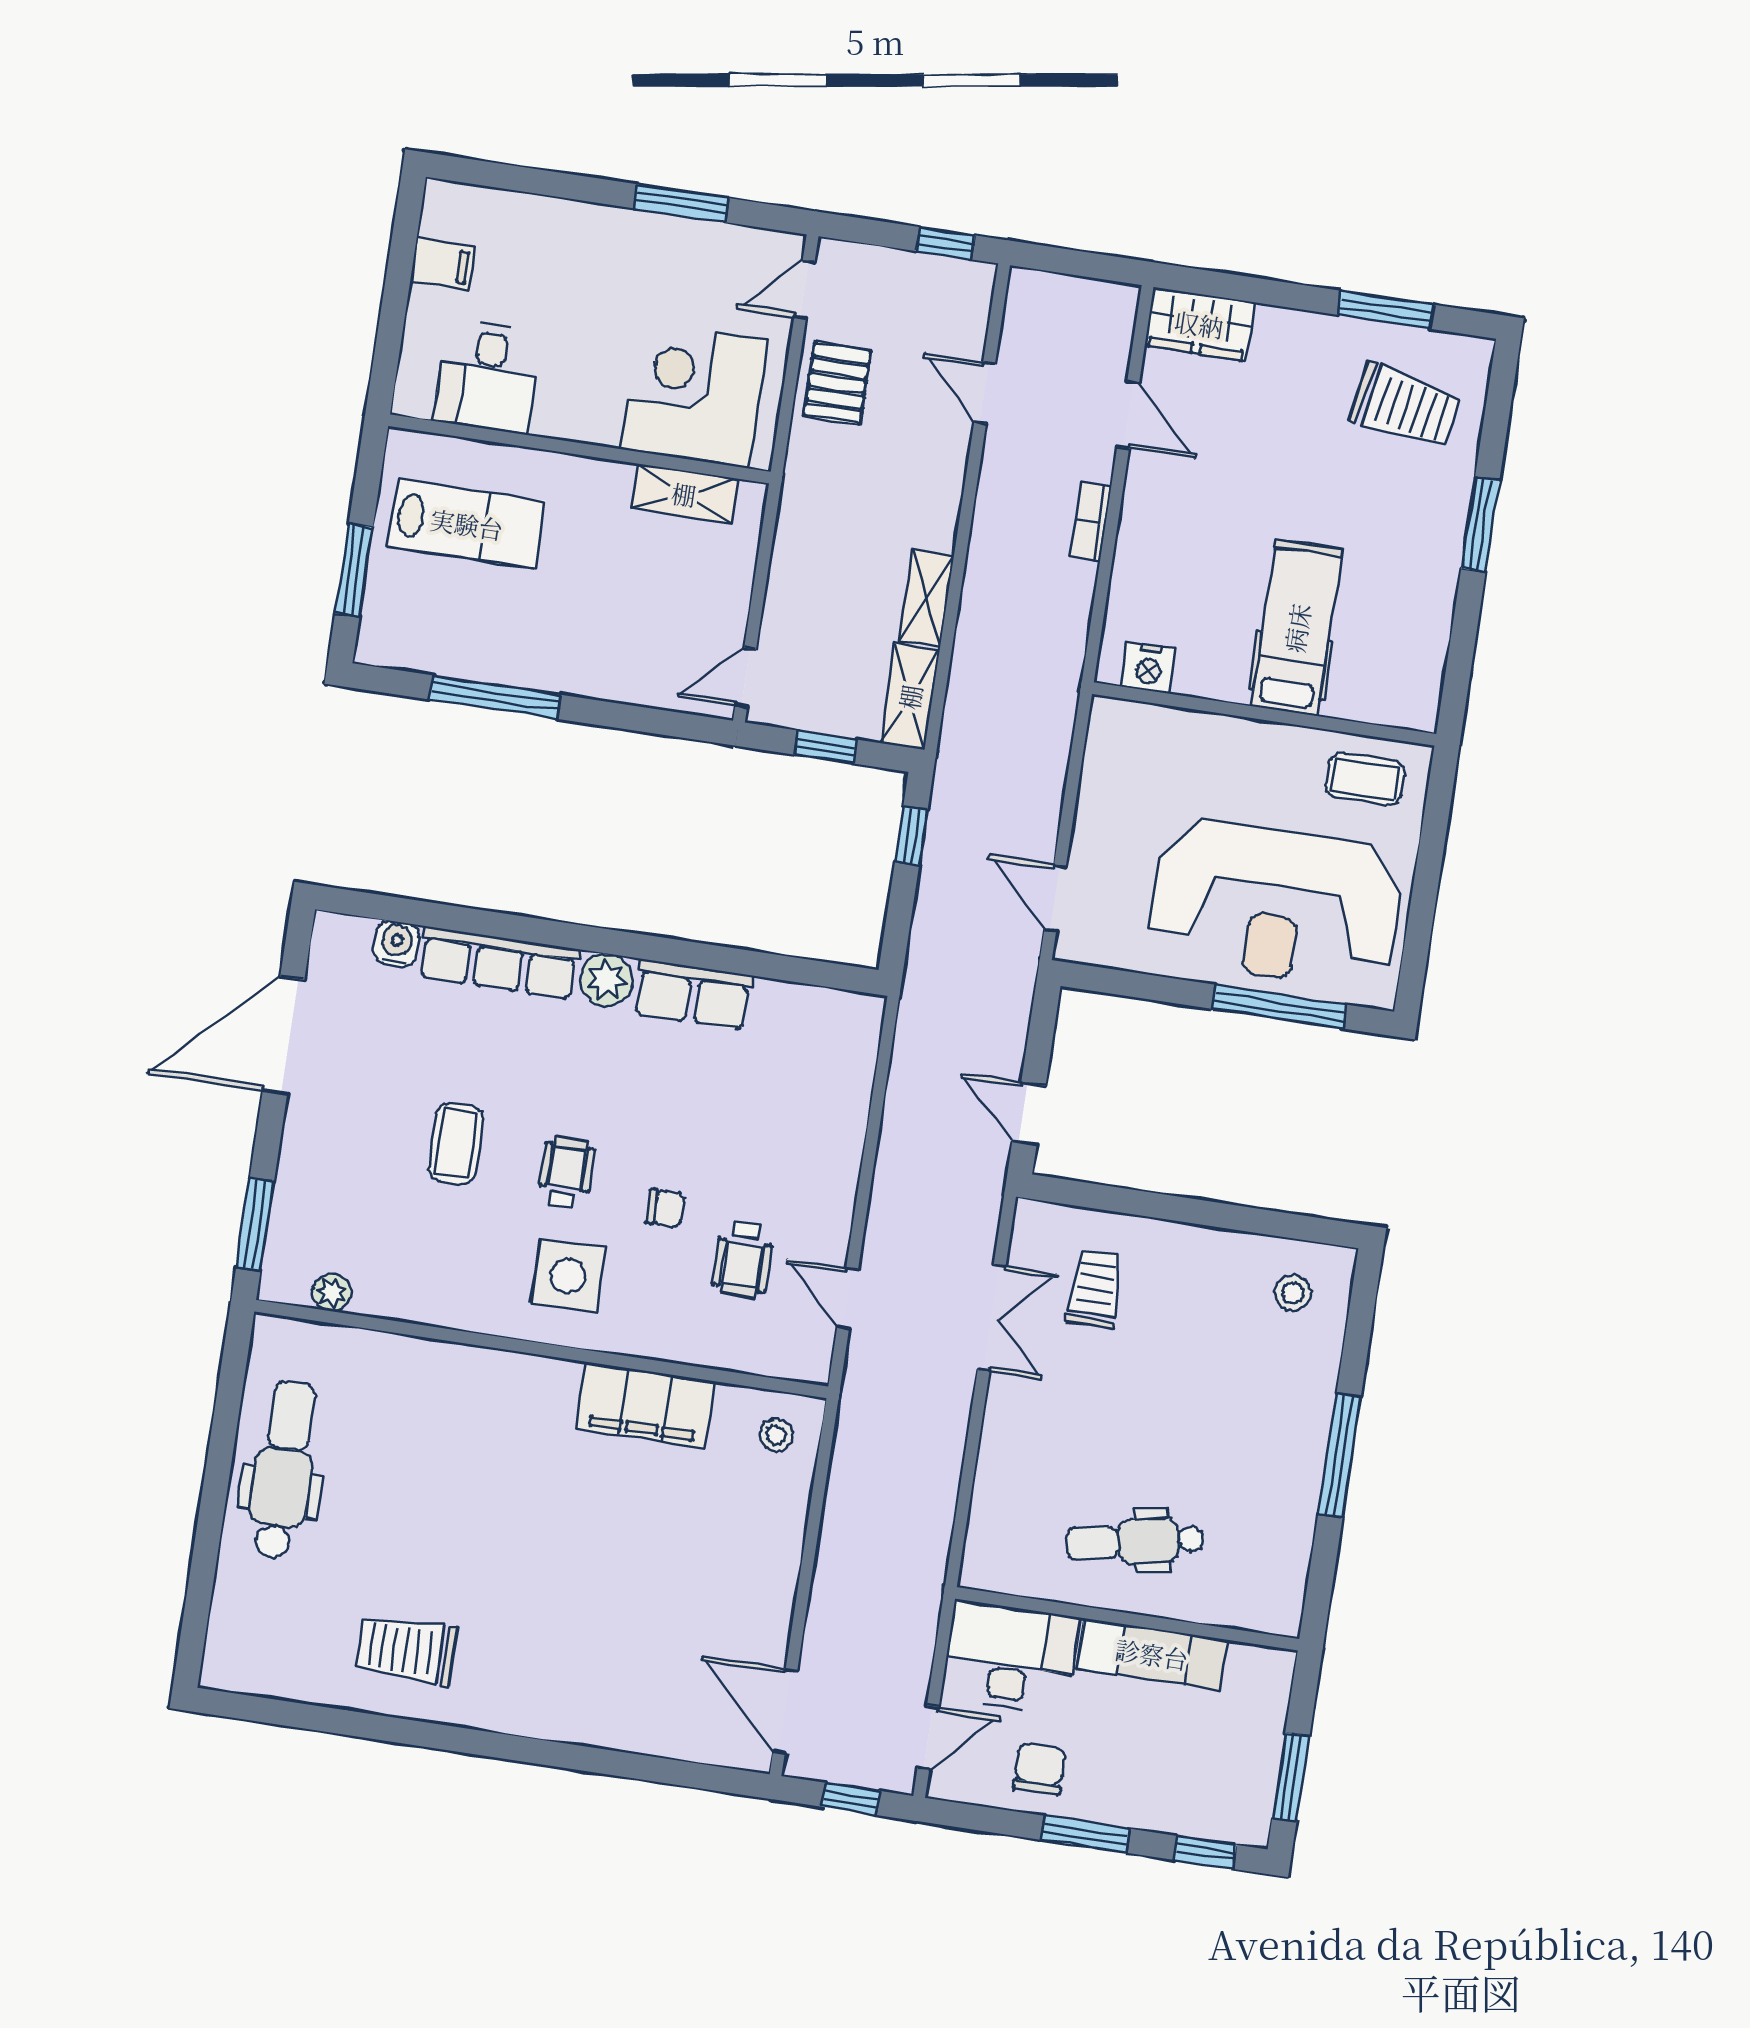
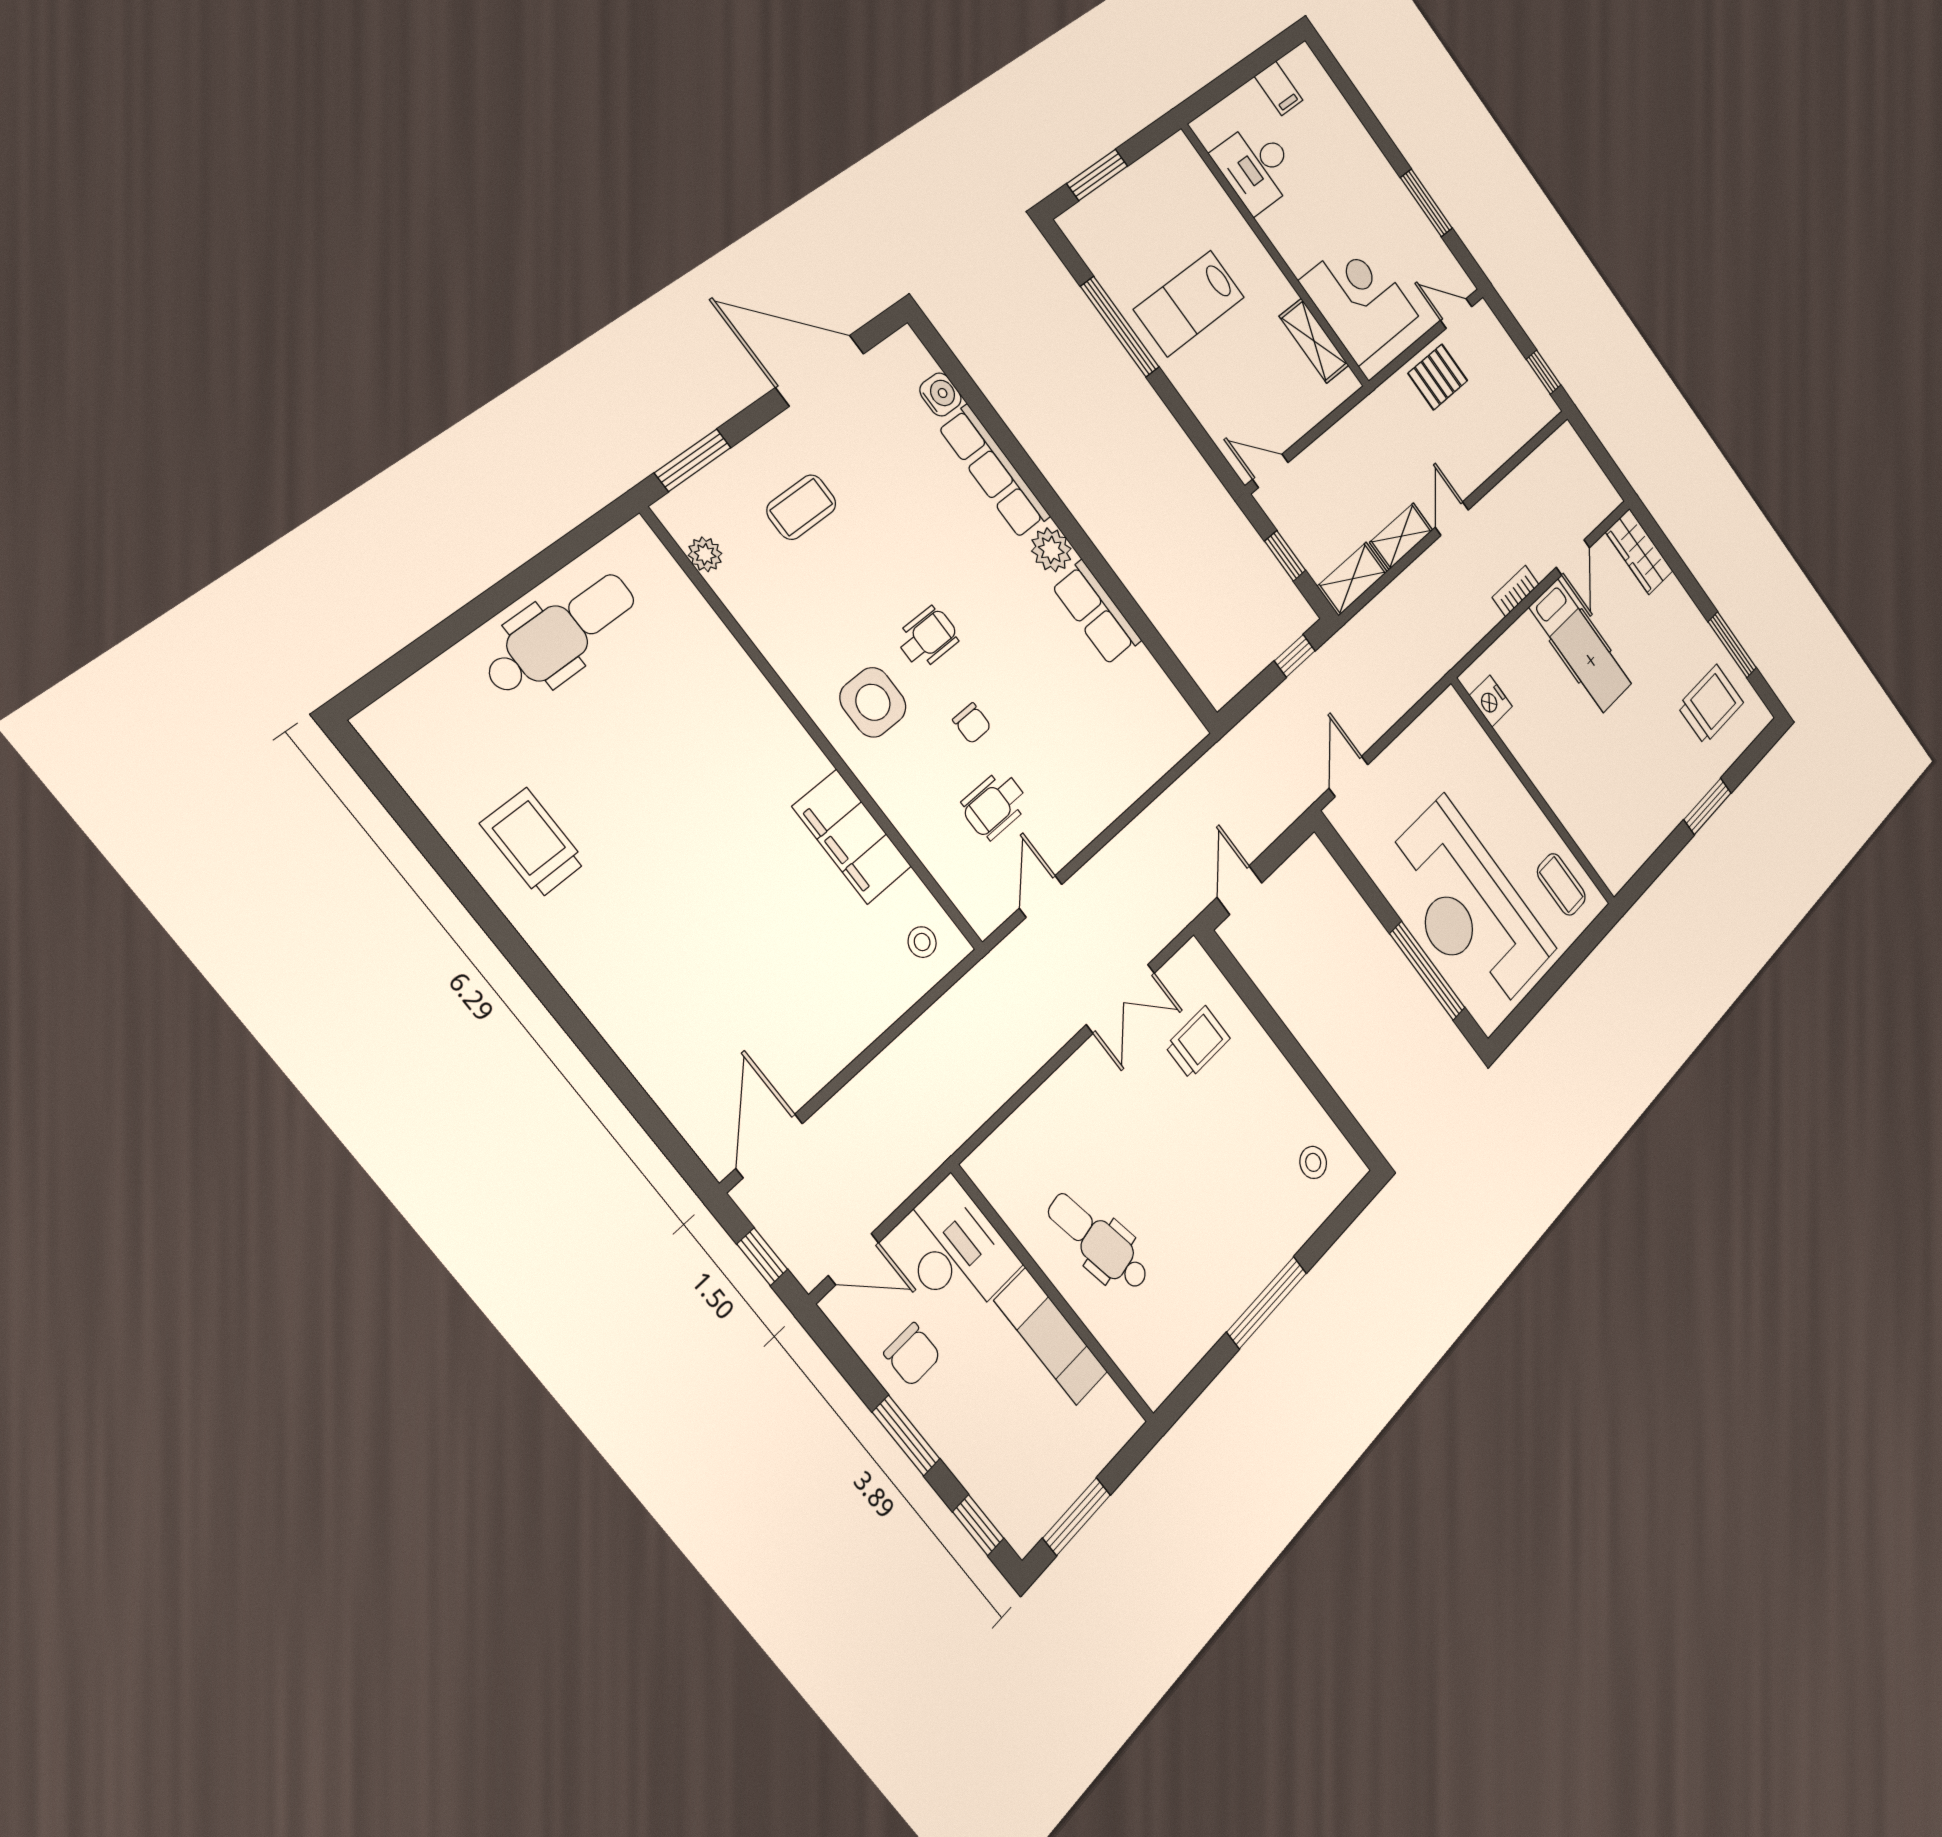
door: (985, 393) -> (1452, 519), moved
trolley: (1406, 406) -> (1711, 704), turned -100
lab bench: (467, 524) -> (1189, 303), moved, turned 90
hospital bed: (1297, 628) -> (1580, 646), moved, turned 90
coffee table: (456, 1144) -> (801, 507), moved
chair: (1040, 1769) -> (912, 1355), turned 90

